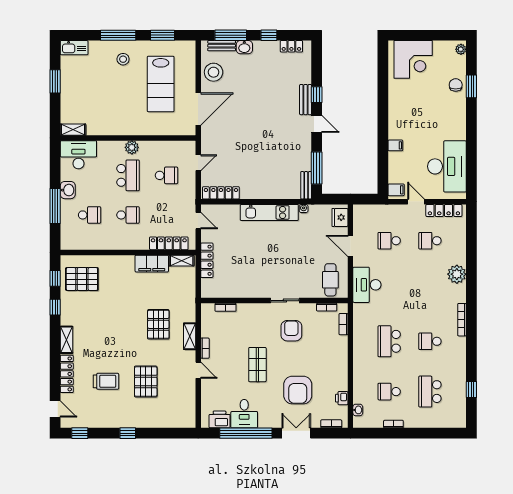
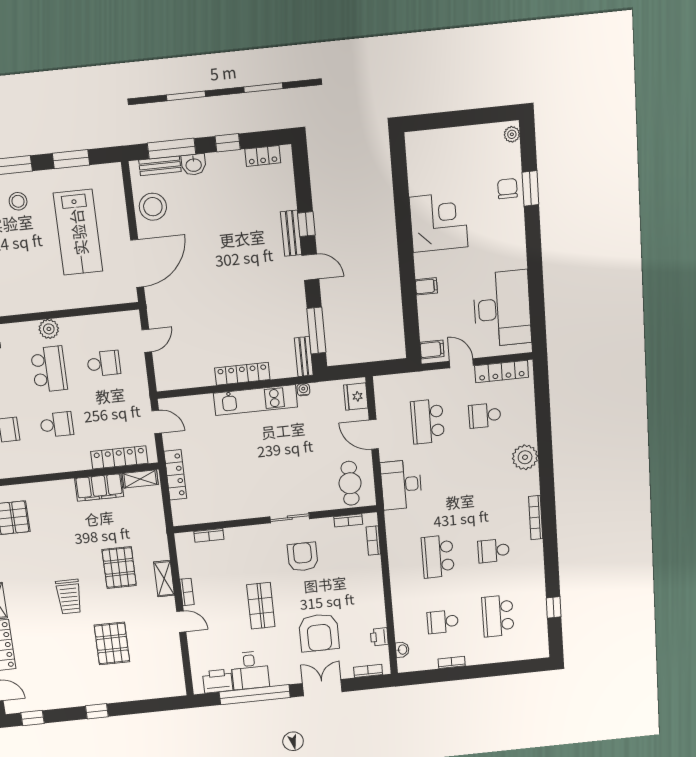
corner desk: (413, 59) -> (439, 222), moved, turned -90
locker: (221, 193) -> (242, 374), moved
school desk: (389, 241) -> (428, 421), width x1.85
trolley: (106, 381) -> (69, 597), moved, turned 90

